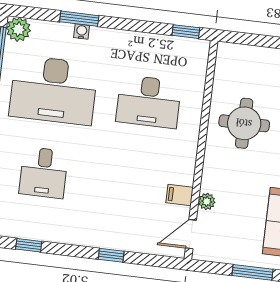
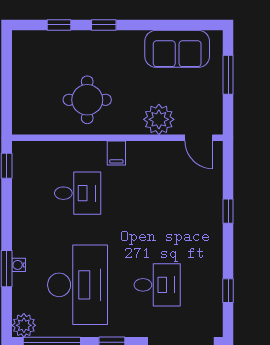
desk: (149, 102) -> (78, 193), width x0.73
filing cabinet: (180, 195) -> (116, 153), moved
plant: (207, 201) -> (159, 119), width x1.87, depth x1.87

